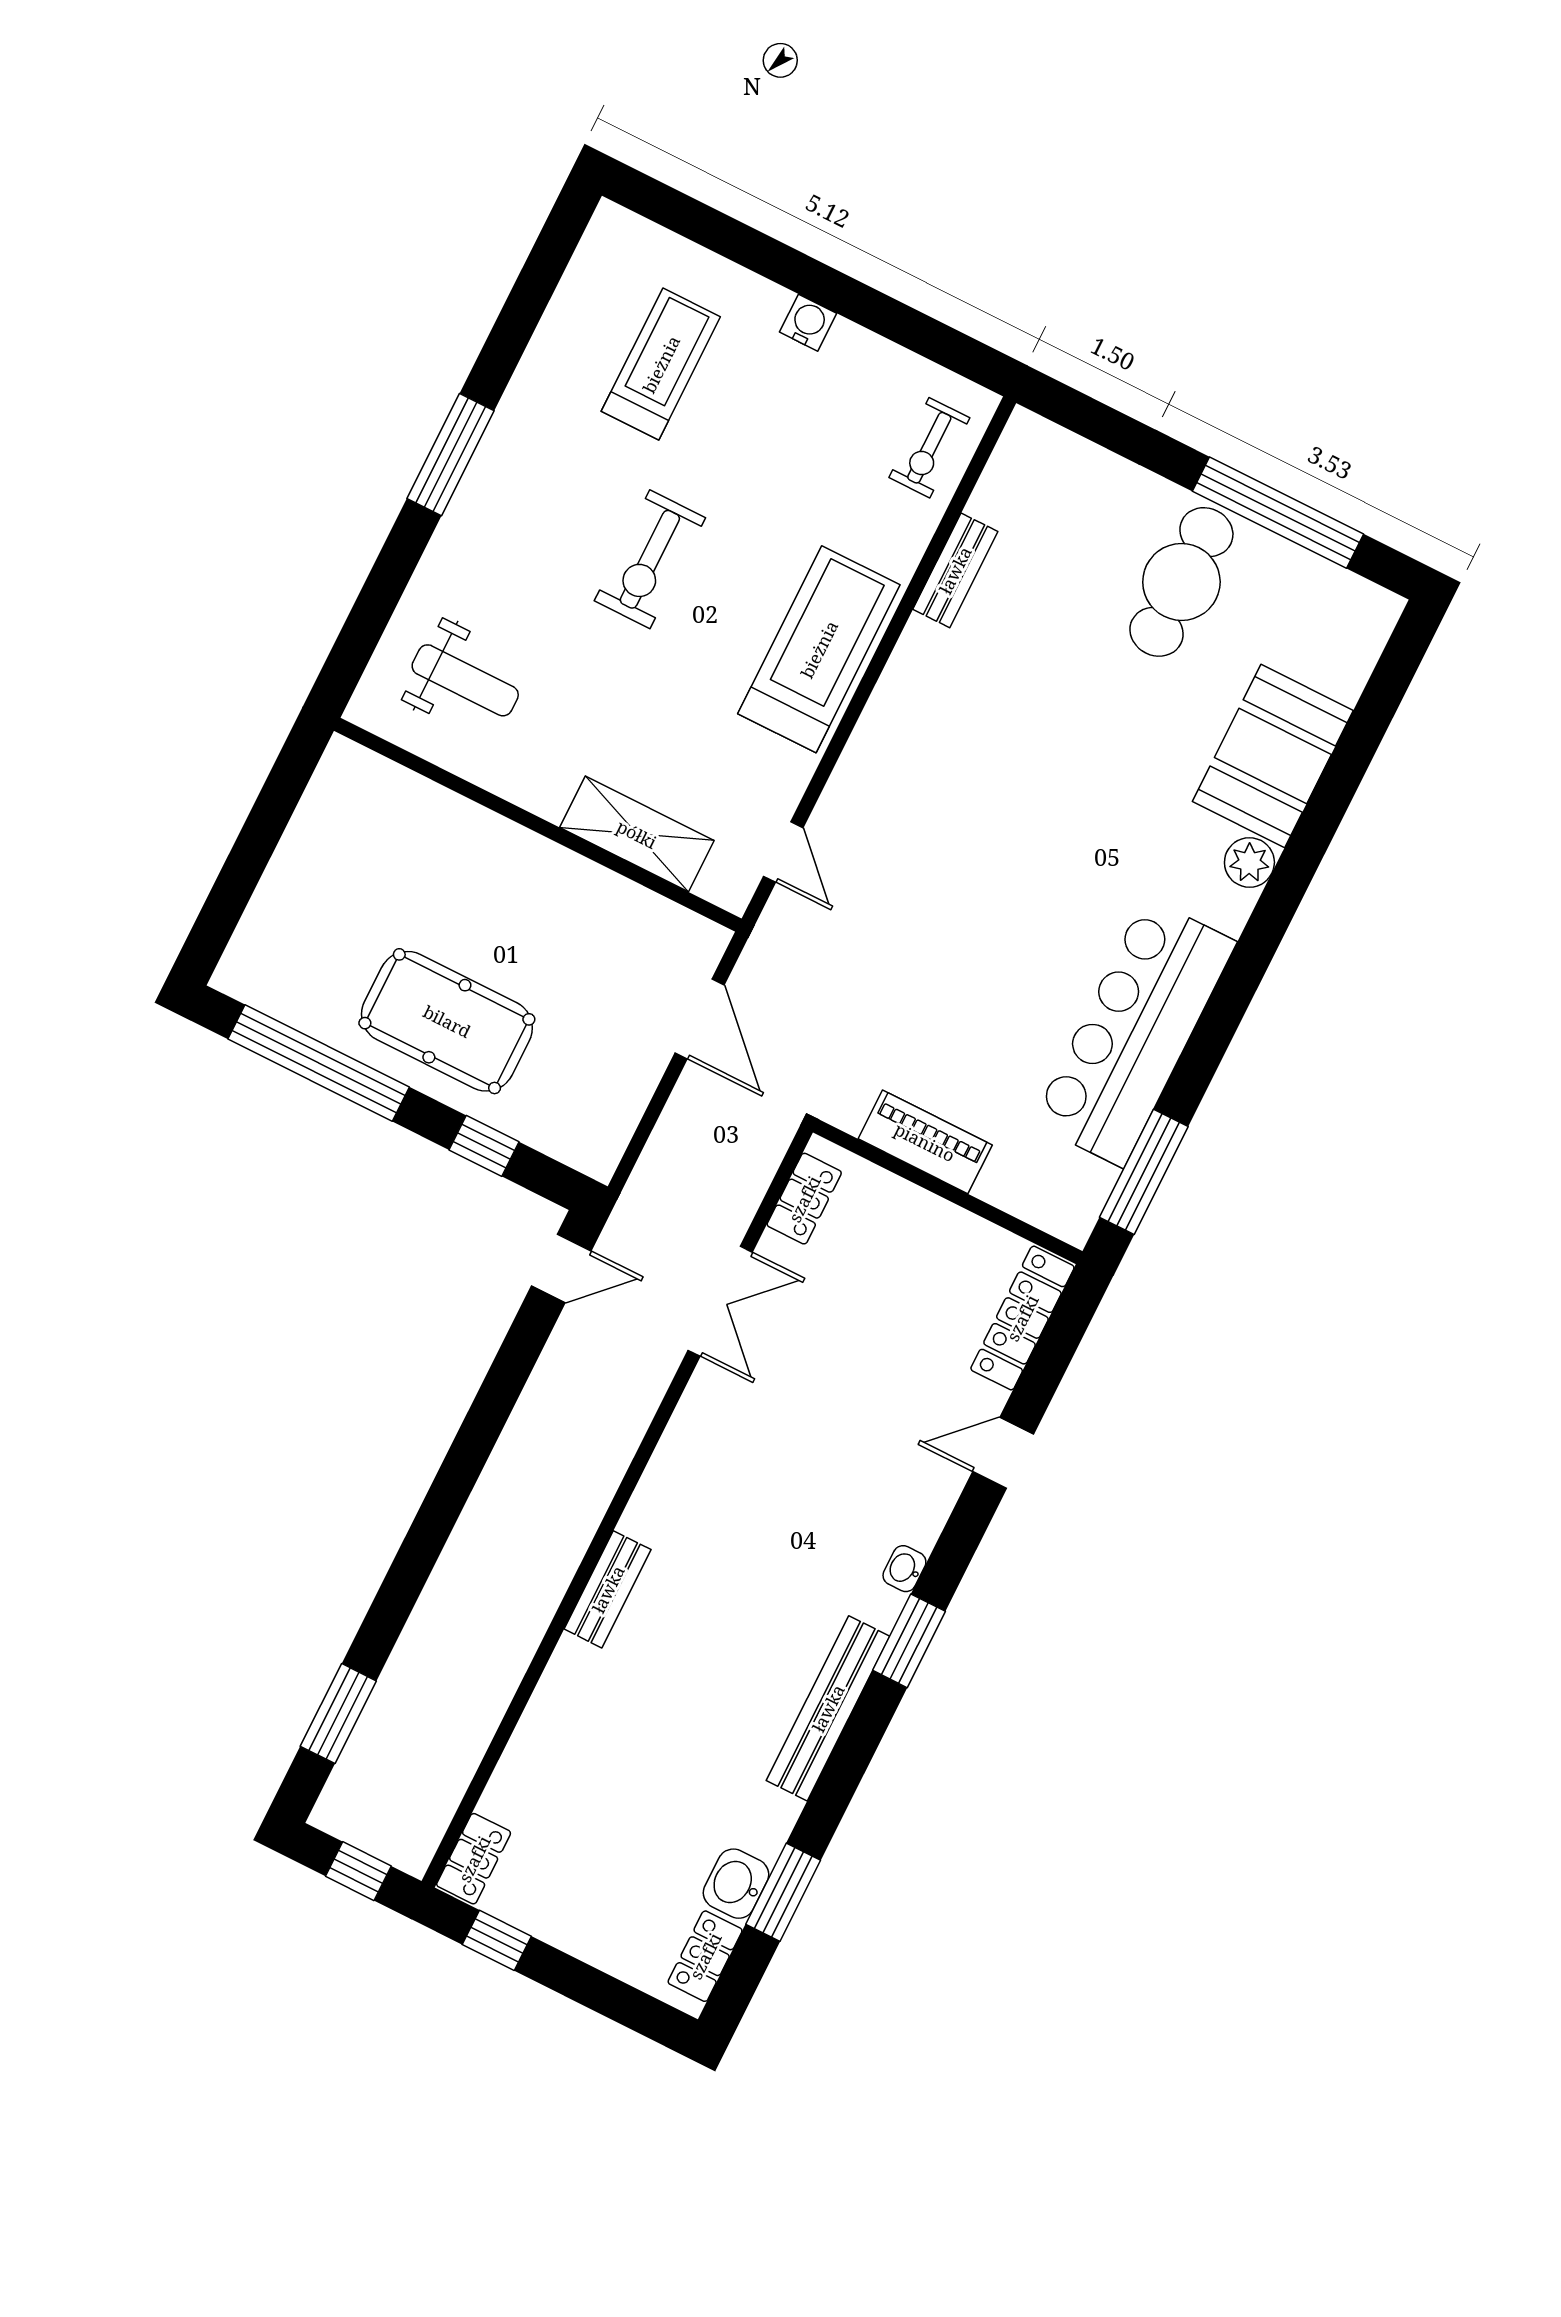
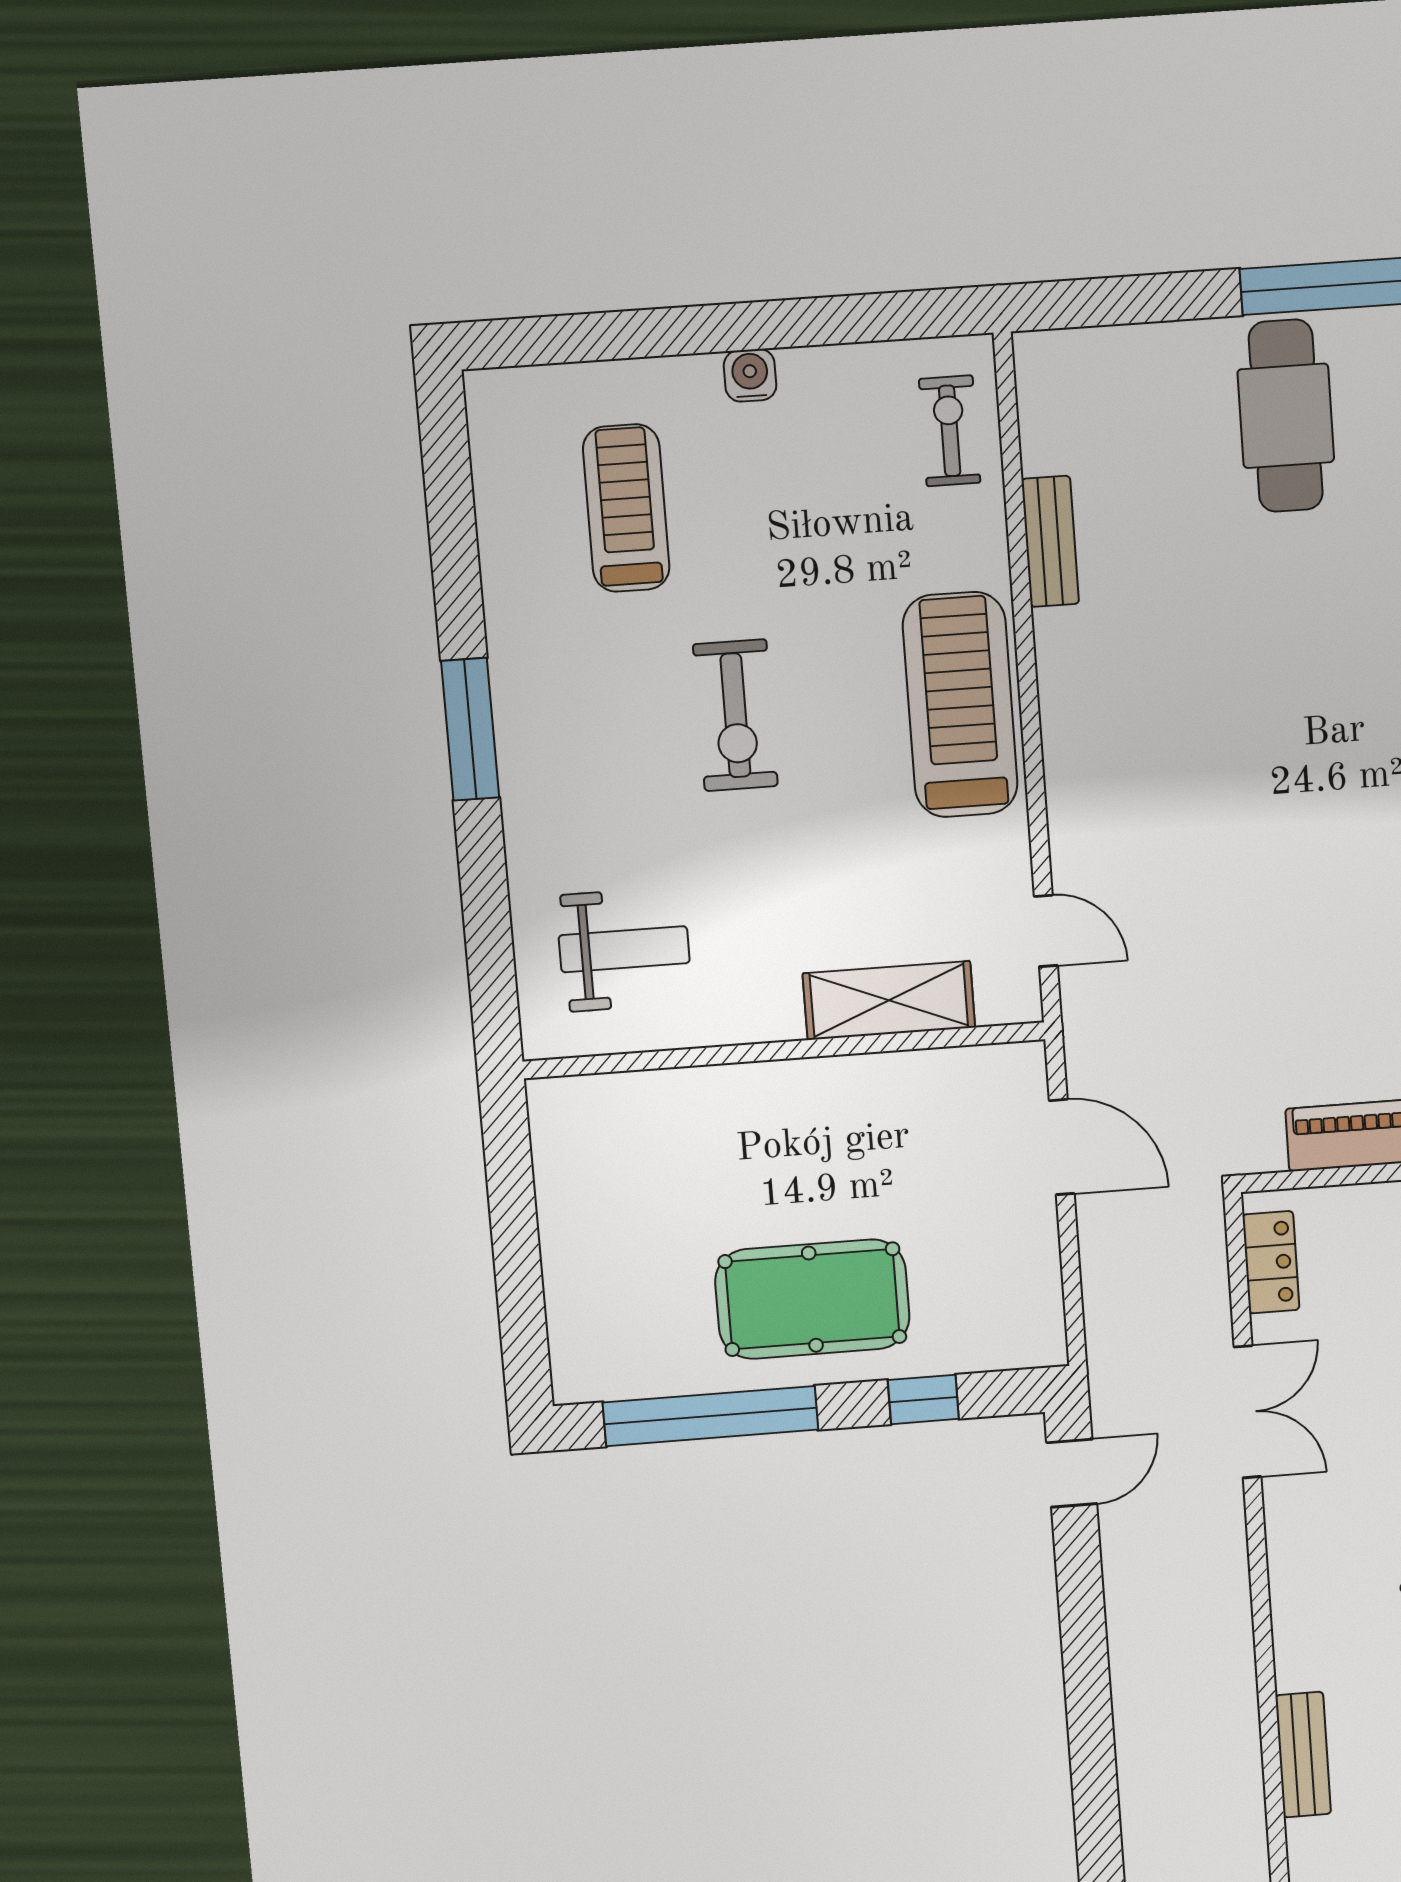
exercise bike: (929, 448) -> (950, 431), turned 180

